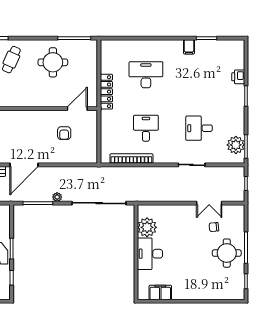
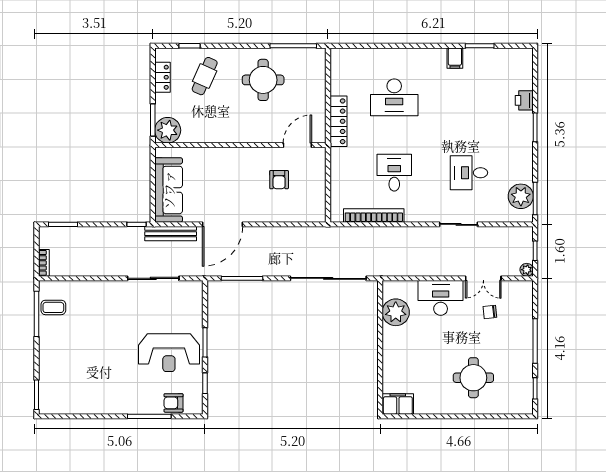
desk: (146, 75) -> (394, 97), turned 180
plant: (57, 197) -> (527, 270), moved
round table: (227, 253) -> (473, 378), moved
desk: (150, 254) -> (441, 298), moved, turned 90
filing cabinet: (160, 292) -> (398, 404), moved

